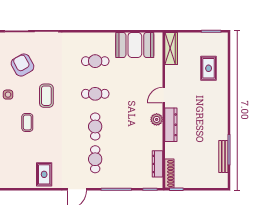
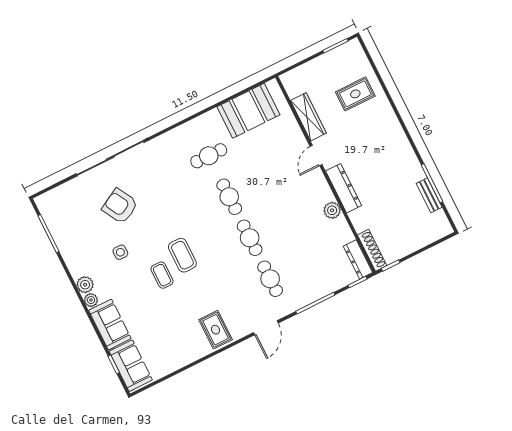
wardrobe: (171, 48) -> (308, 117), moved
rug: (209, 68) -> (355, 94), turned 90
cafe table: (95, 94) -> (229, 197), turned 90
coffee table: (46, 96) -> (182, 255), moved
plant: (157, 119) -> (332, 210), moved
bench: (223, 157) -> (429, 195), width x0.73
dresser: (157, 164) -> (358, 259), moved

